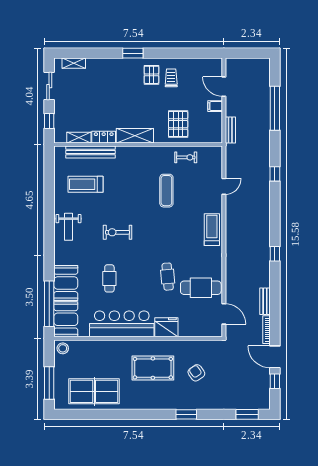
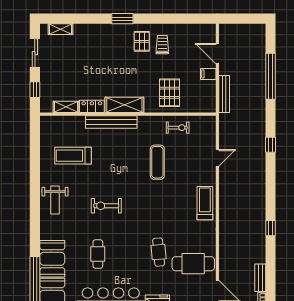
bench: (230, 130) -> (224, 94), width x1.36
bench: (91, 152) -> (111, 122), moved

